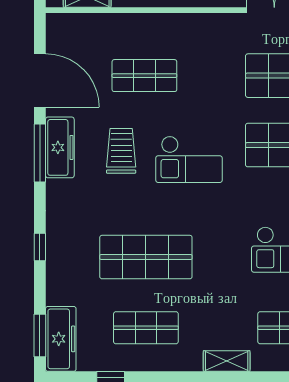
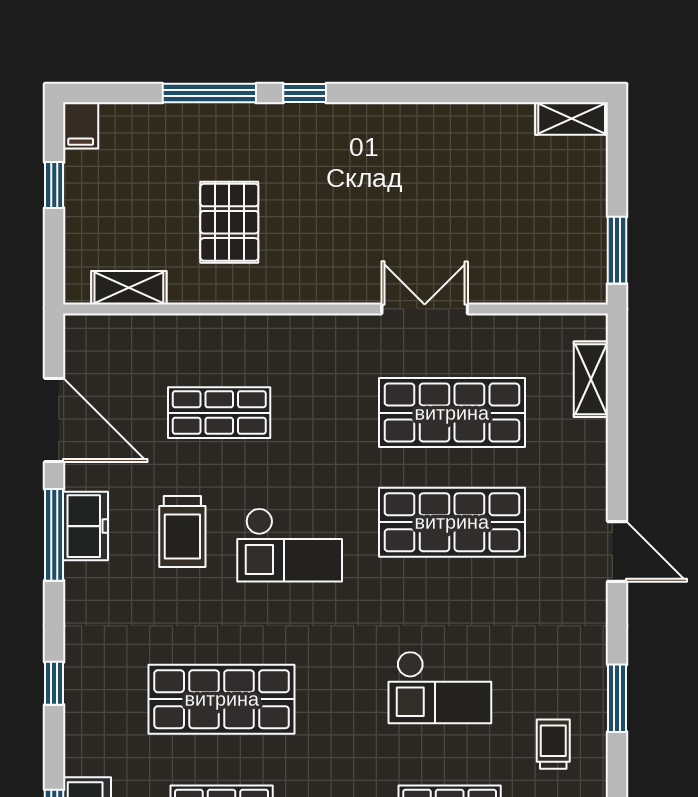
freezer: (60, 147) -> (86, 526), width x0.71
trolley: (121, 151) -> (182, 532), turned 180

